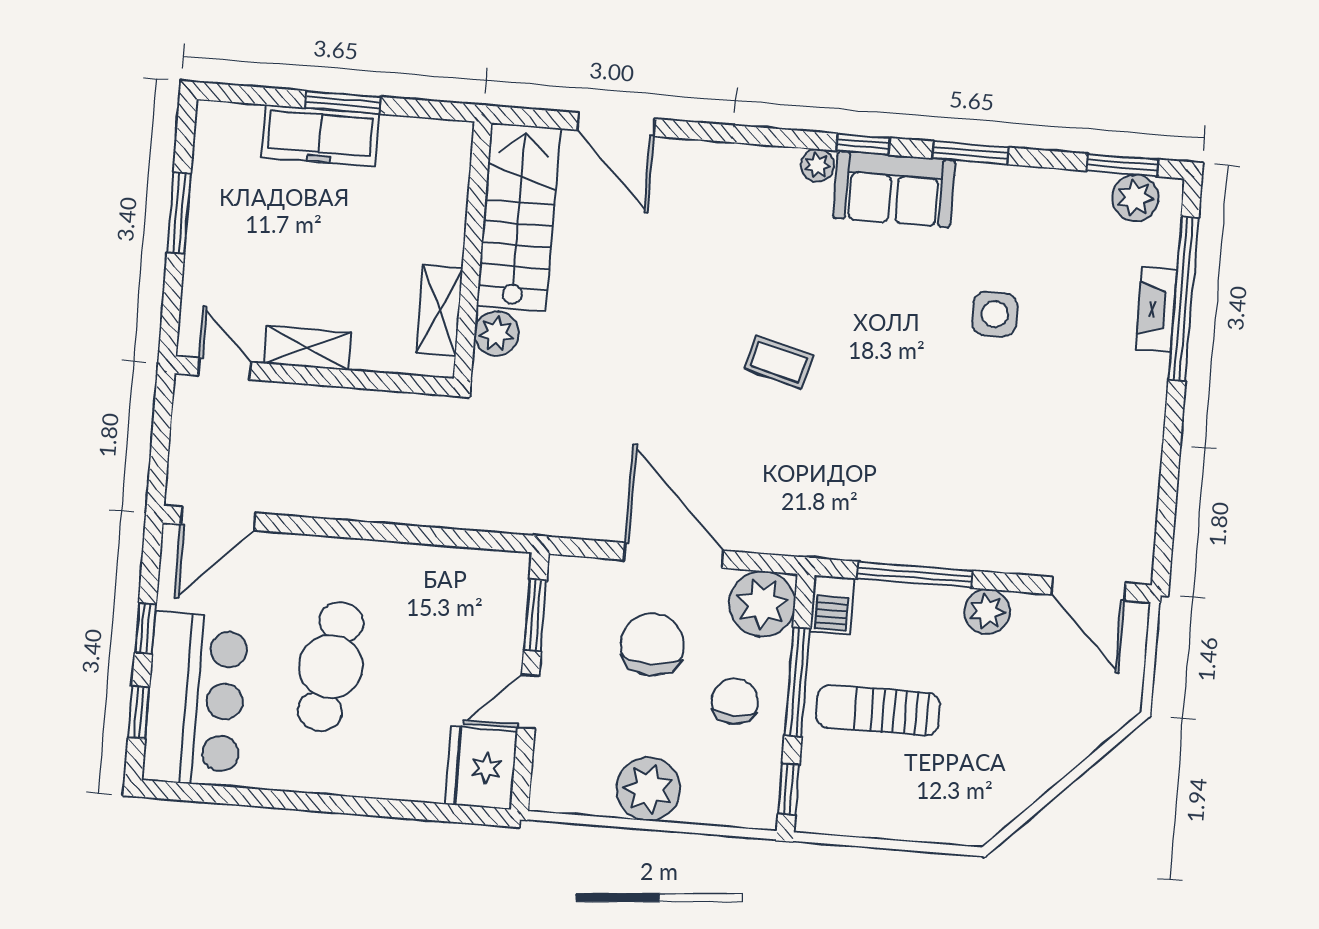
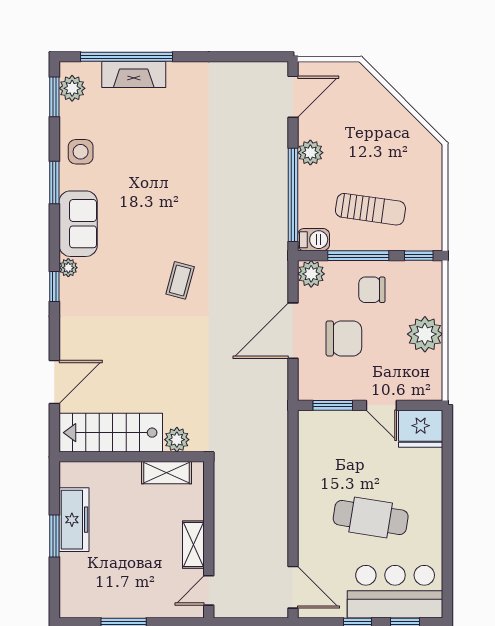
freezer: (320, 136) -> (74, 520), moved
window: (863, 144) -> (54, 287), moved
fireplace: (1156, 309) -> (134, 75), width x1.37, depth x1.32
side table: (995, 314) -> (81, 152), moved
window: (915, 575) -> (293, 195), width x1.46
plant: (762, 604) -> (311, 274), width x0.73, depth x0.73
chair: (652, 645) -> (344, 338), turned 180
sun lounger: (878, 710) -> (370, 209), turned -82

